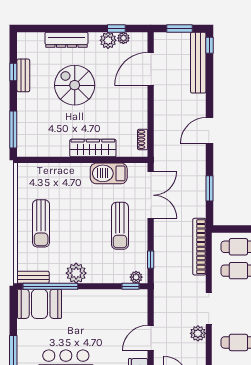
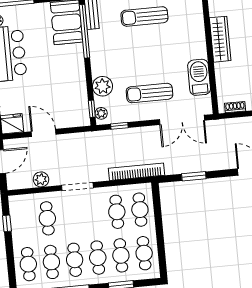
wardrobe: (93, 148) -> (220, 39), moved
plant: (76, 273) -> (103, 86), moved
plant: (198, 333) -> (41, 179), moved

